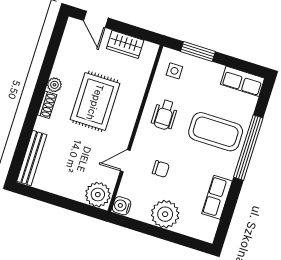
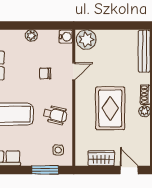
wheelchair: (165, 115) -> (55, 115), turned 103
plant: (165, 214) -> (31, 36), width x0.53, depth x0.53

